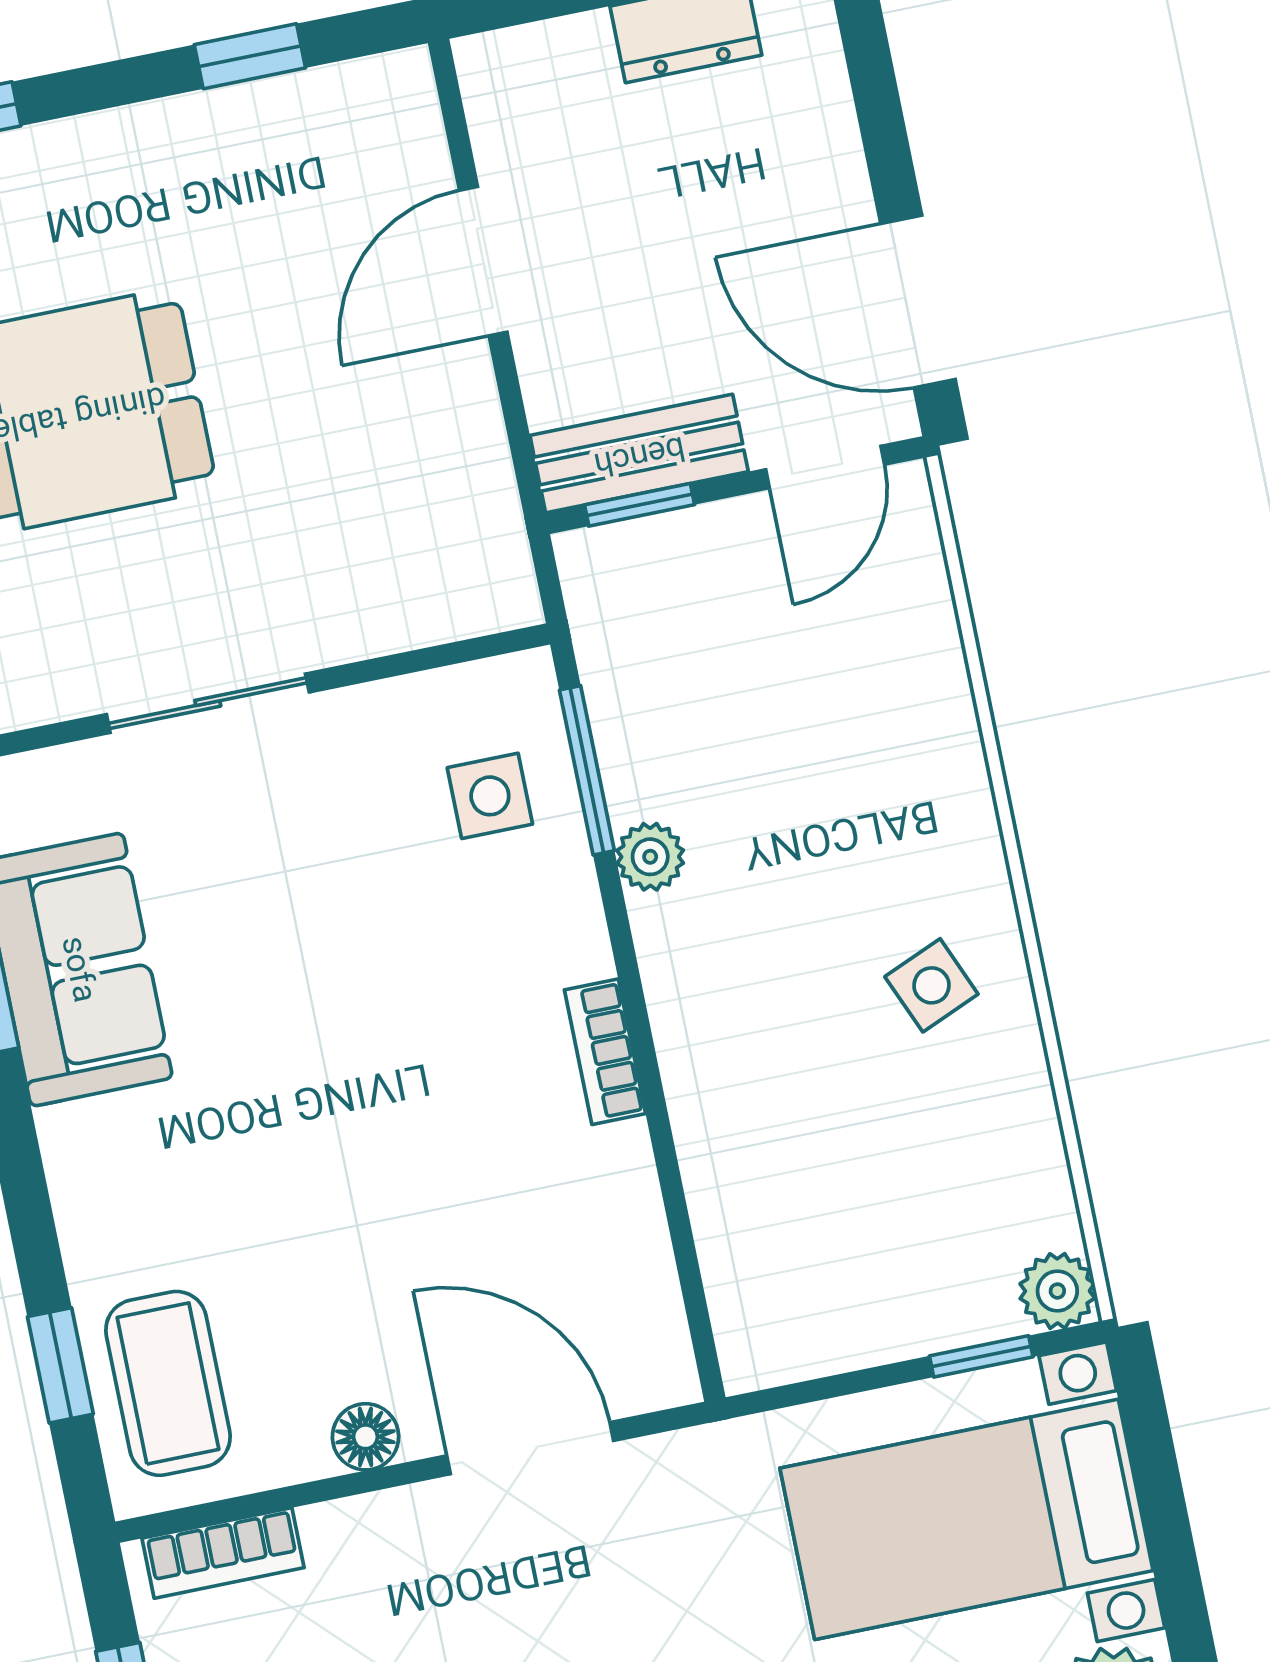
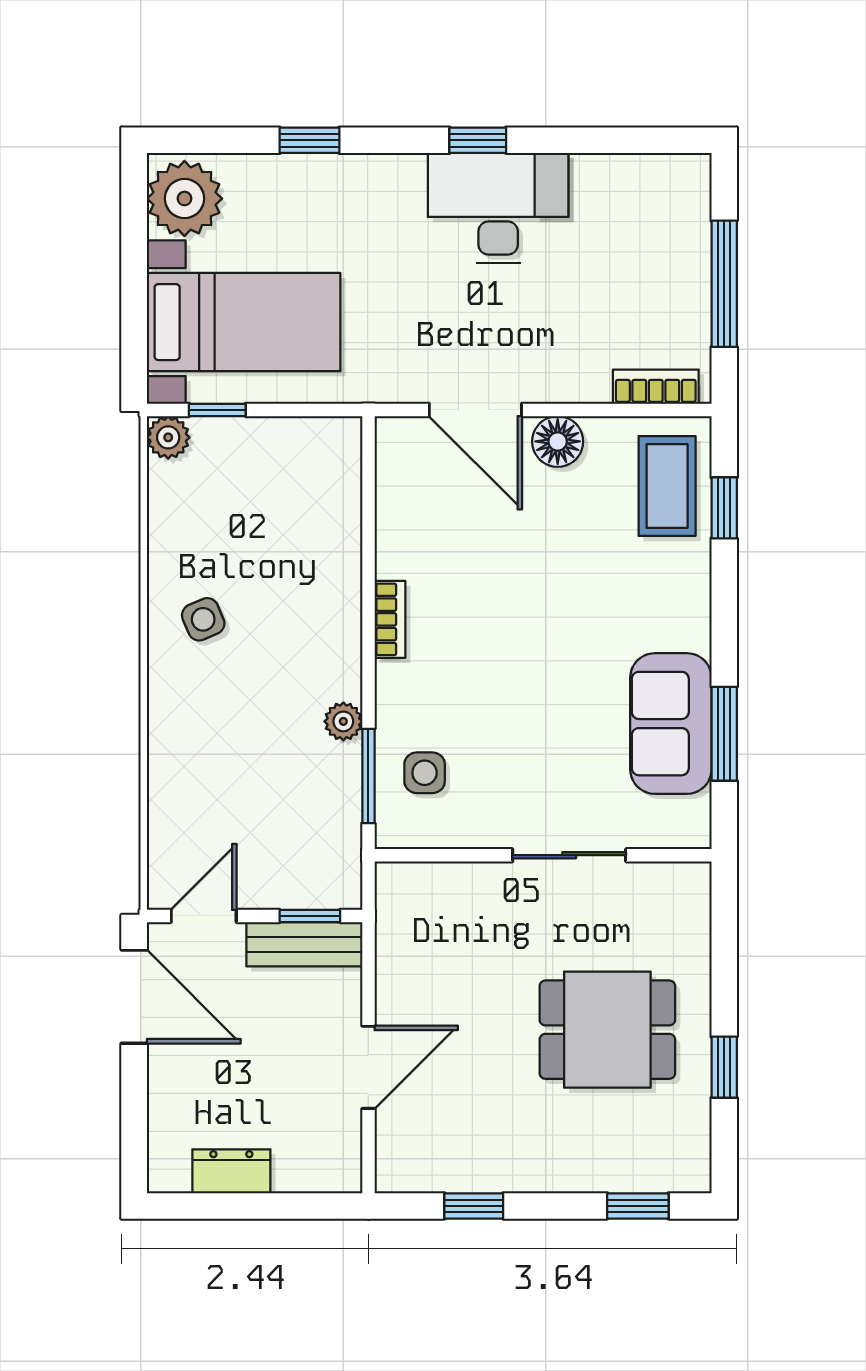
floor lamp: (365, 1437) -> (558, 441), width x1.37, depth x1.37

